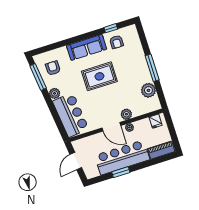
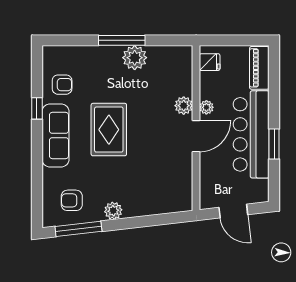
window: (111, 28) -> (37, 108), moved
plant: (148, 90) -> (135, 58), moved
bar counter: (71, 115) -> (156, 196), removed

